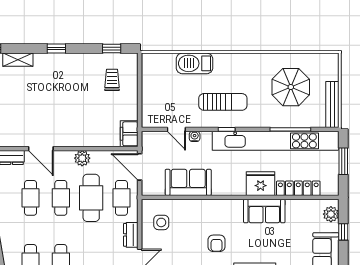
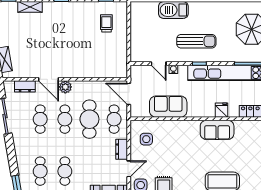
filing cabinet: (129, 134) -> (120, 67), removed
plant: (82, 158) -> (65, 87), moved
fridge: (261, 184) -> (222, 110), width x0.53, depth x0.75
sofa: (264, 211) -> (217, 130), moved
armchair: (217, 243) -> (191, 156), removed

